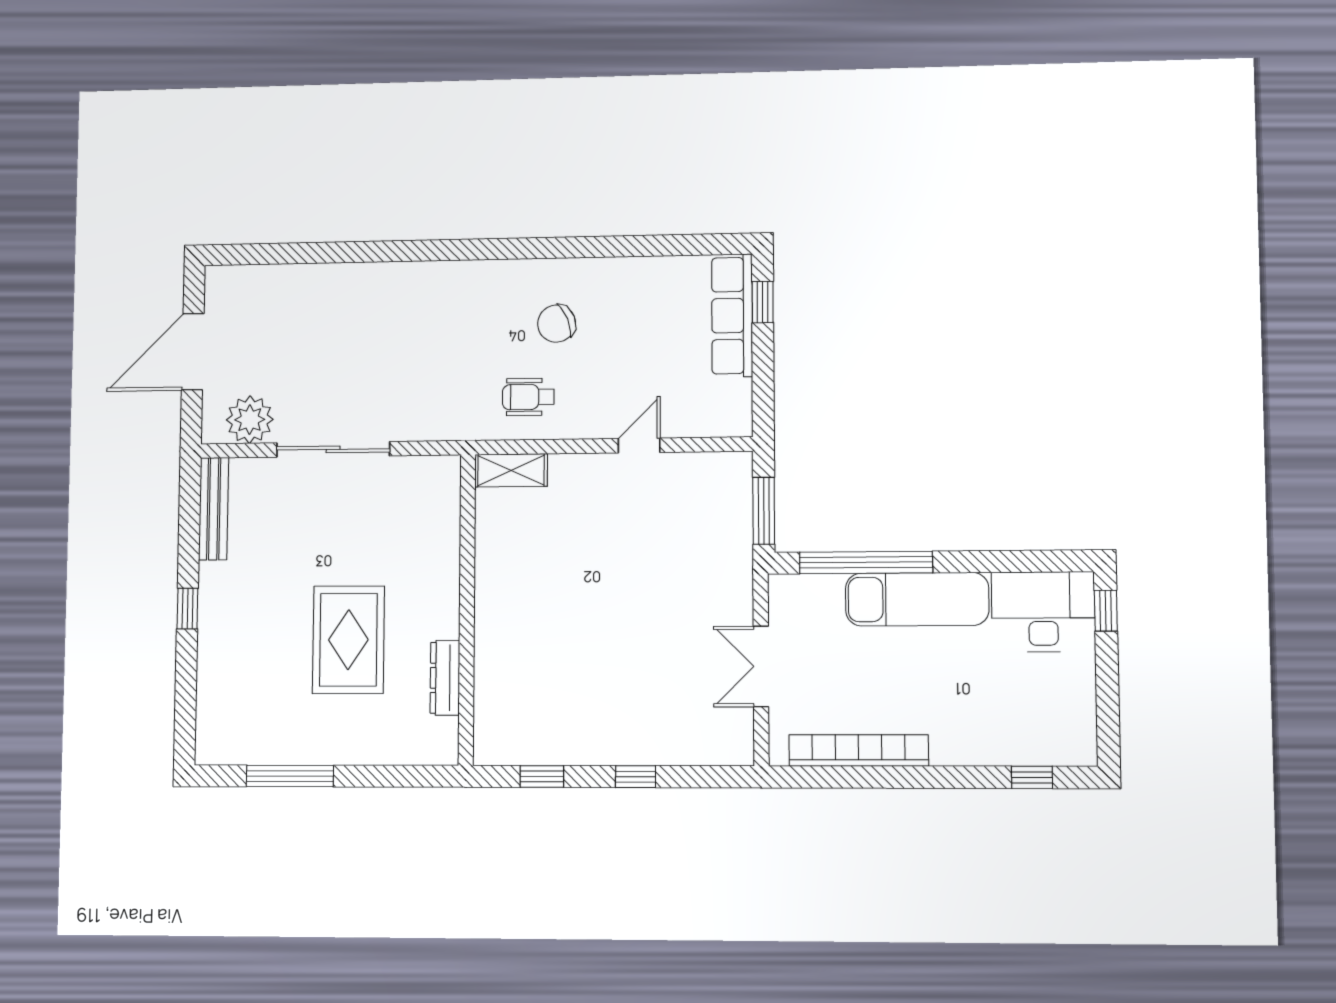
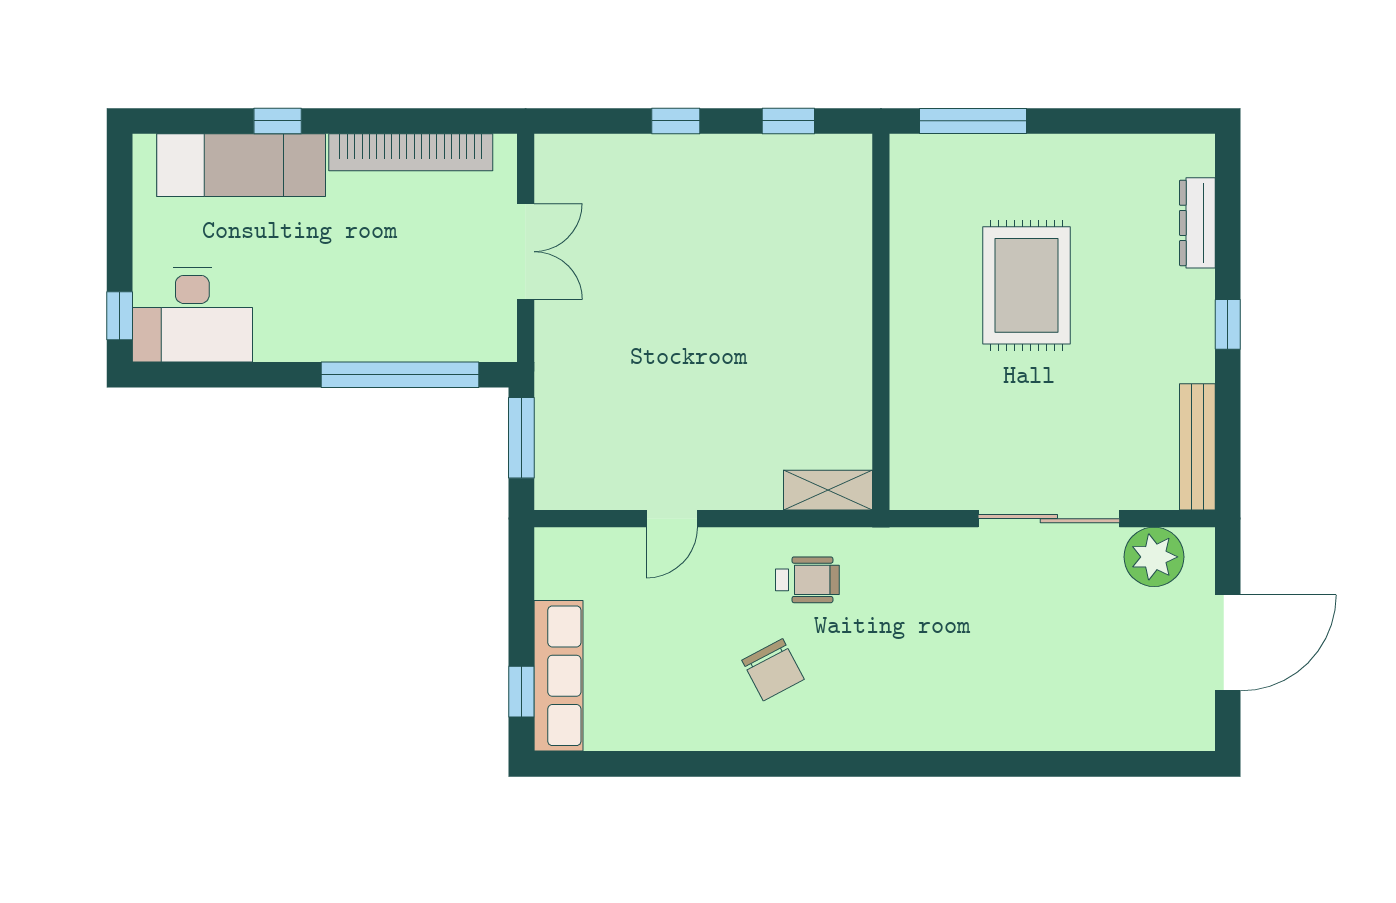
chair: (557, 324) -> (773, 670), turned 84
exam couch: (917, 599) -> (241, 165), moved, turned 180
dresser: (445, 678) -> (1197, 223), moved, turned 180
window: (290, 776) -> (973, 121), moved
window: (1032, 777) -> (278, 121), moved

